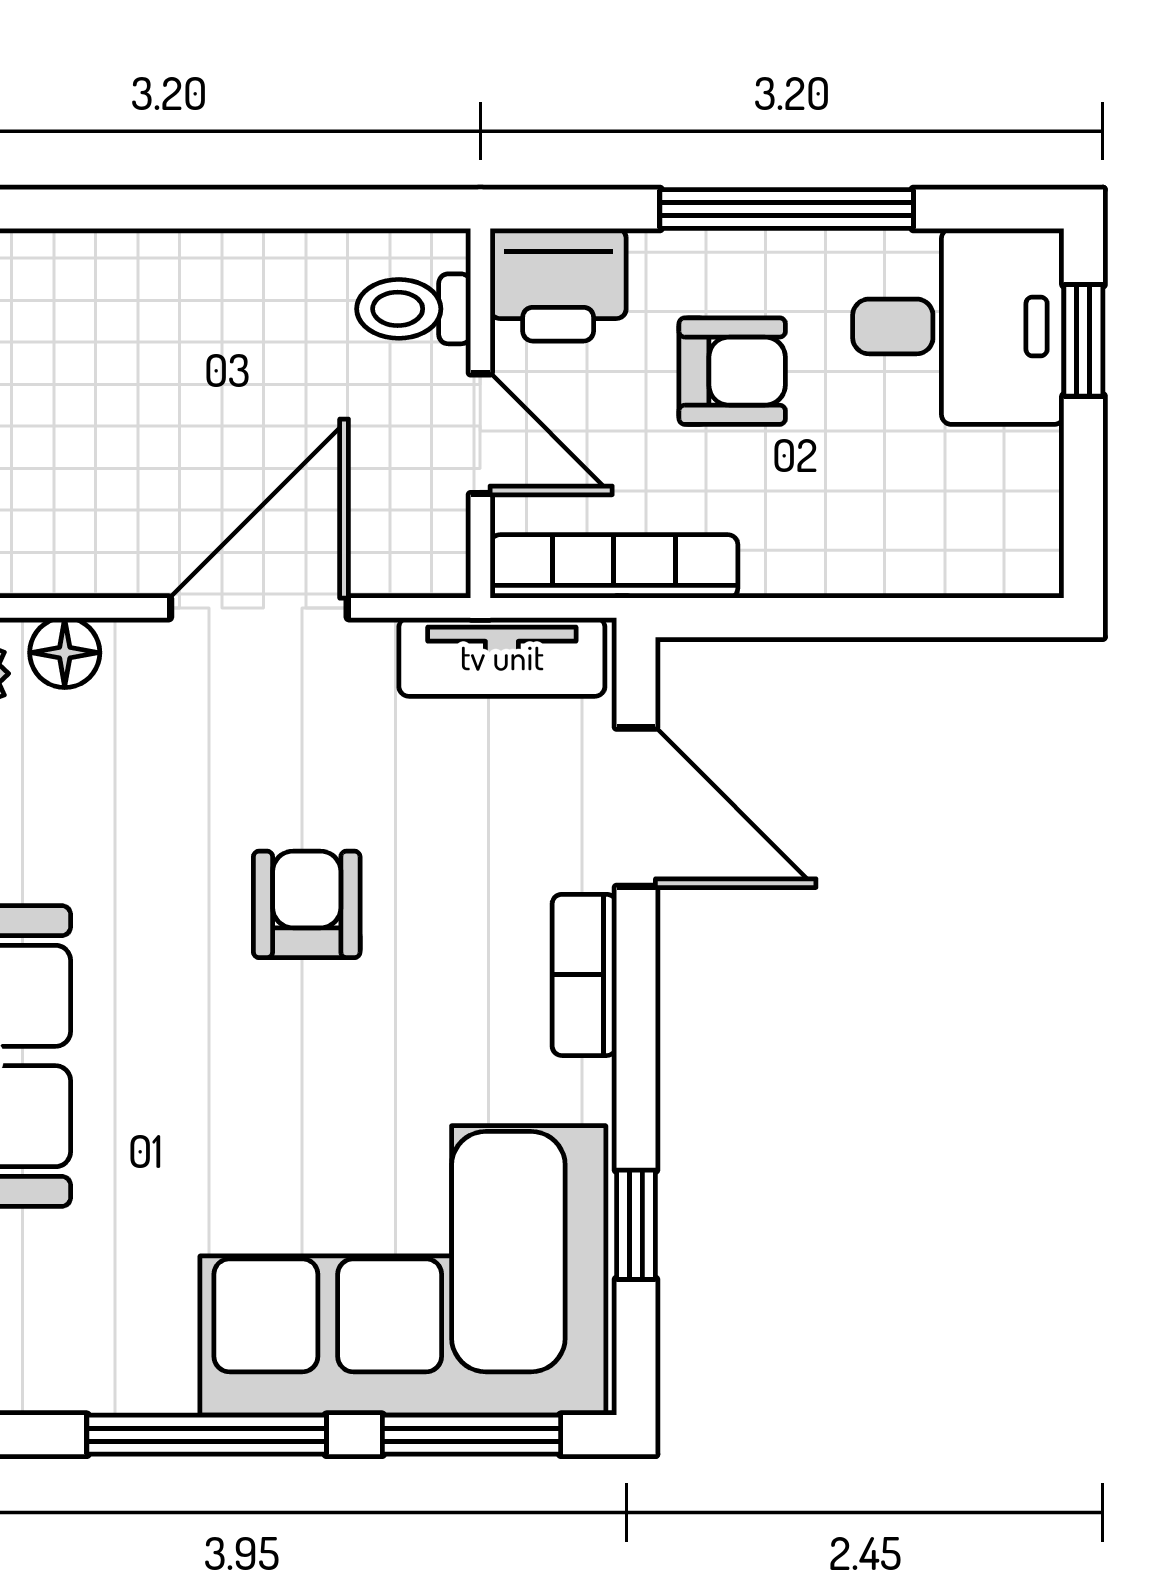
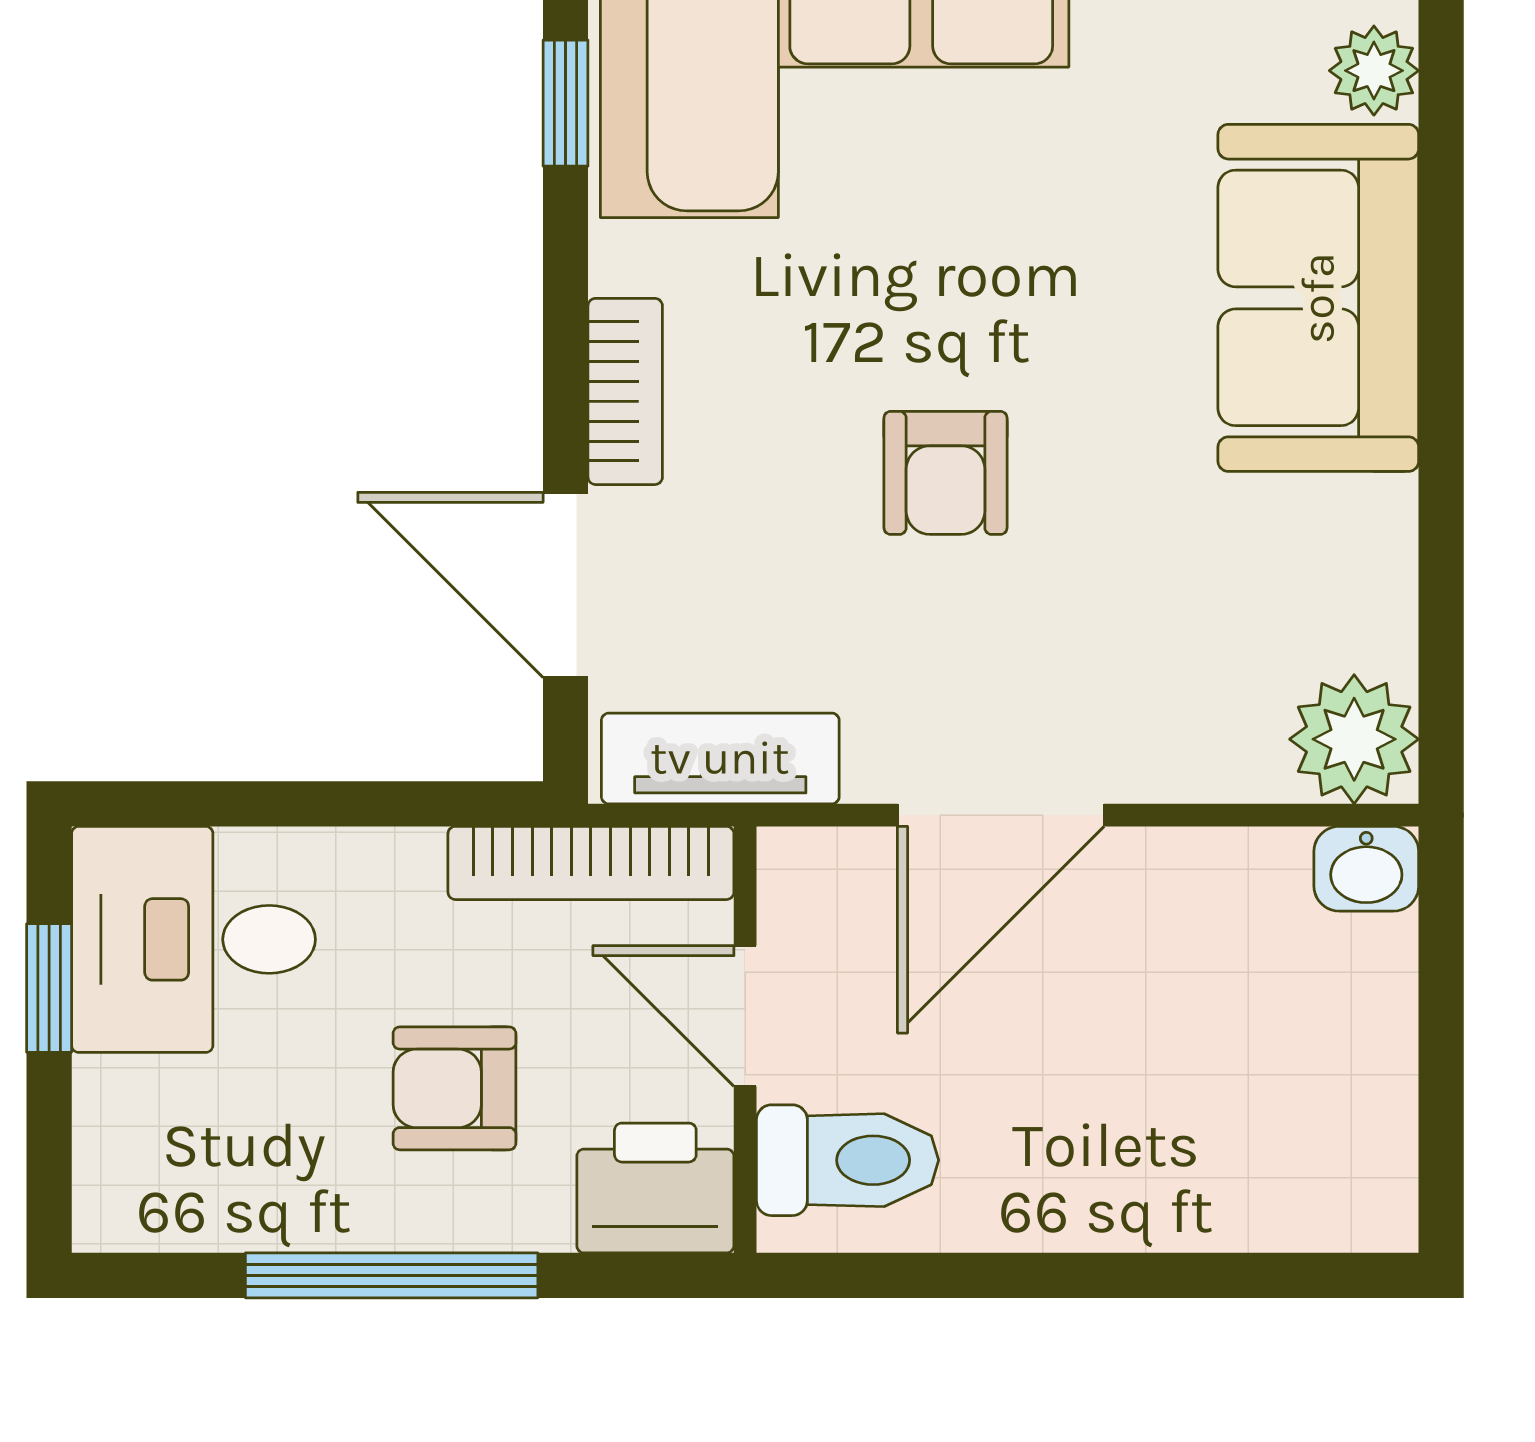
toilet: (414, 309) -> (848, 1160), width x1.37, depth x1.39
desk: (958, 326) -> (193, 939), moved
window: (1083, 340) -> (49, 988), moved
floor lamp: (65, 653) -> (1225, 763), removed

